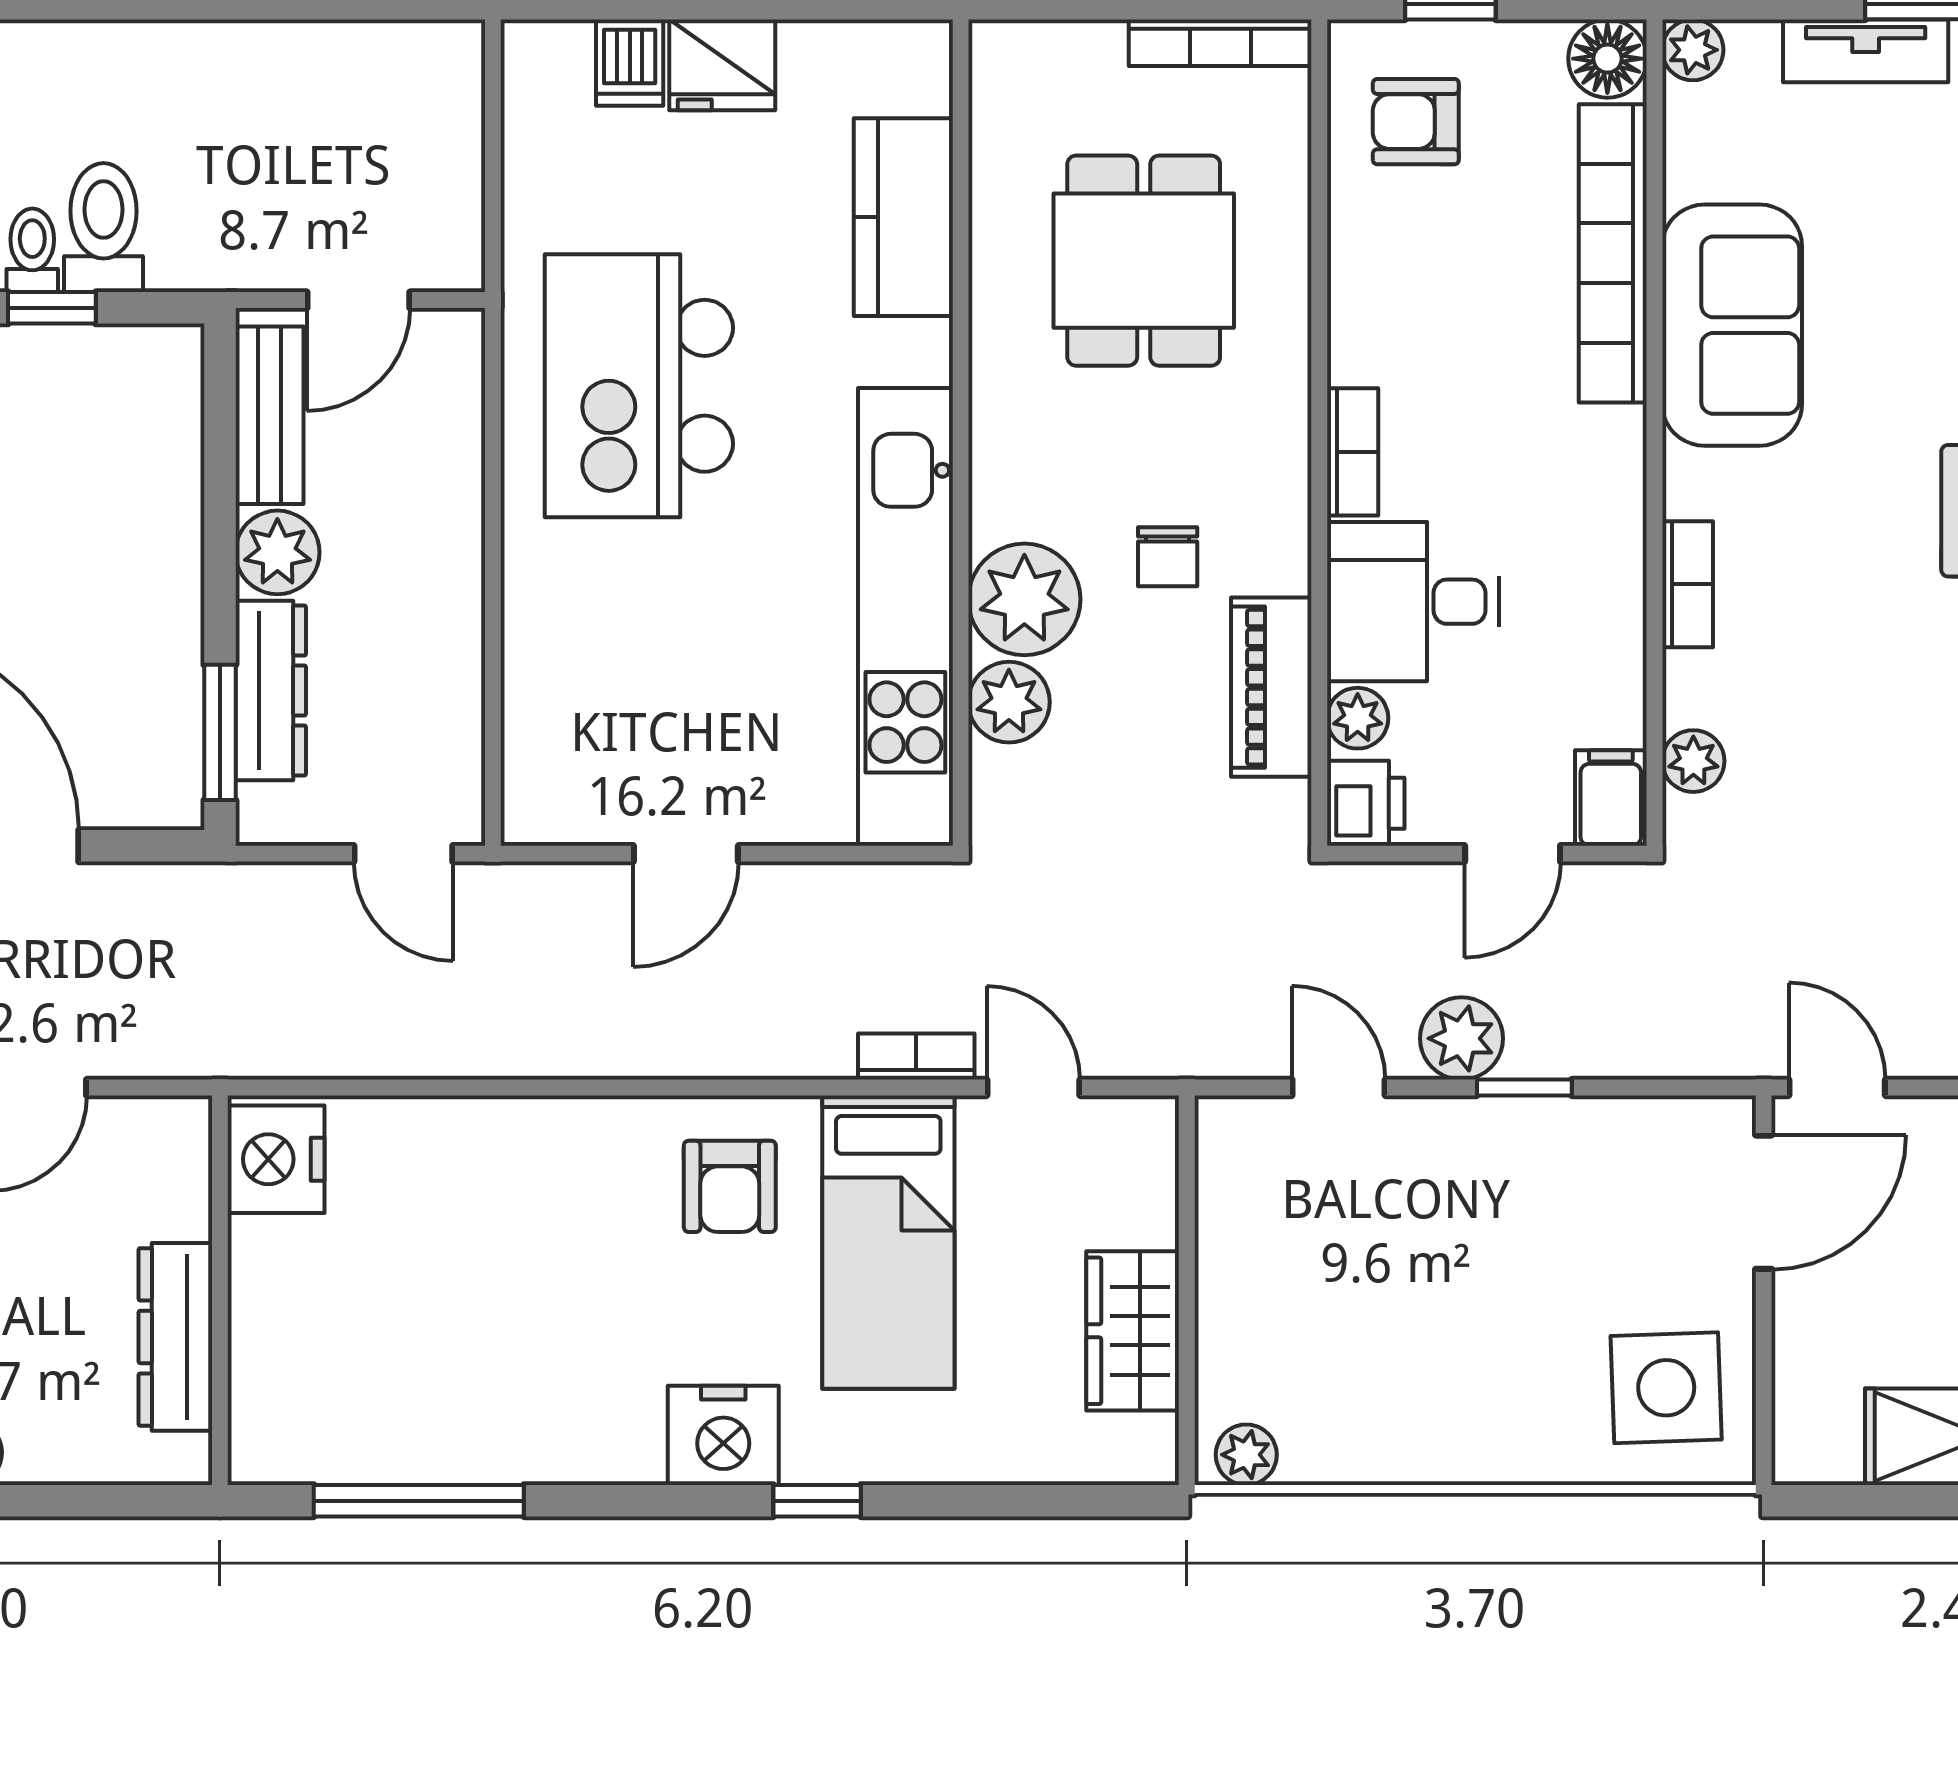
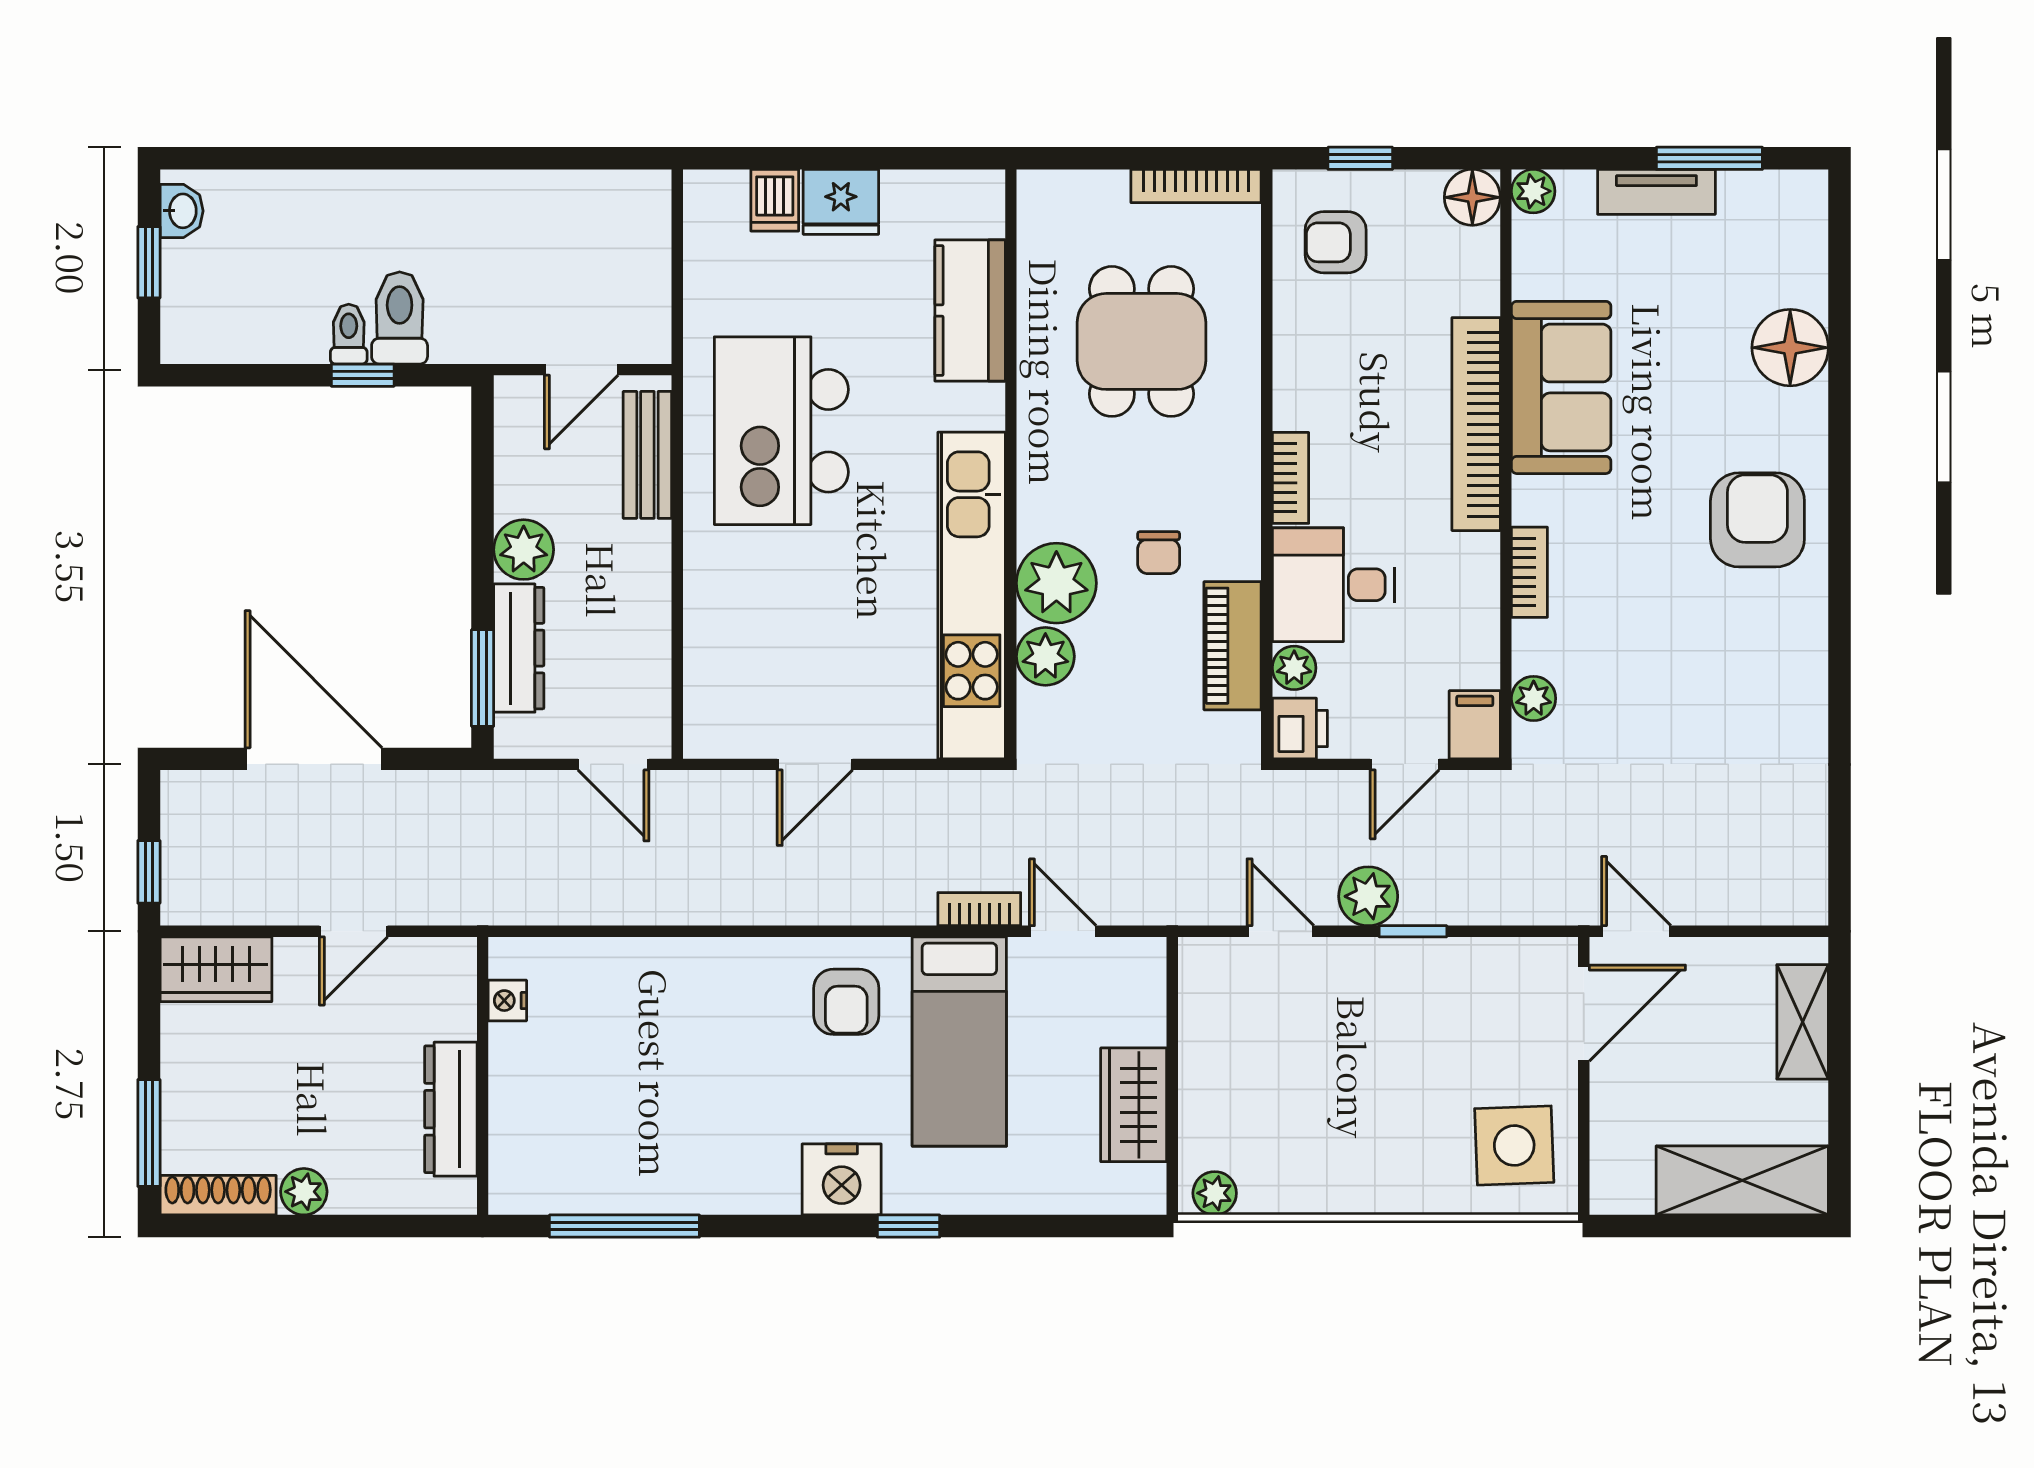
bookcase: (1613, 253) -> (1476, 424), moved
bench: (269, 415) -> (647, 455), moved
nightstand: (276, 1159) -> (507, 1001), width x0.53, depth x0.56

